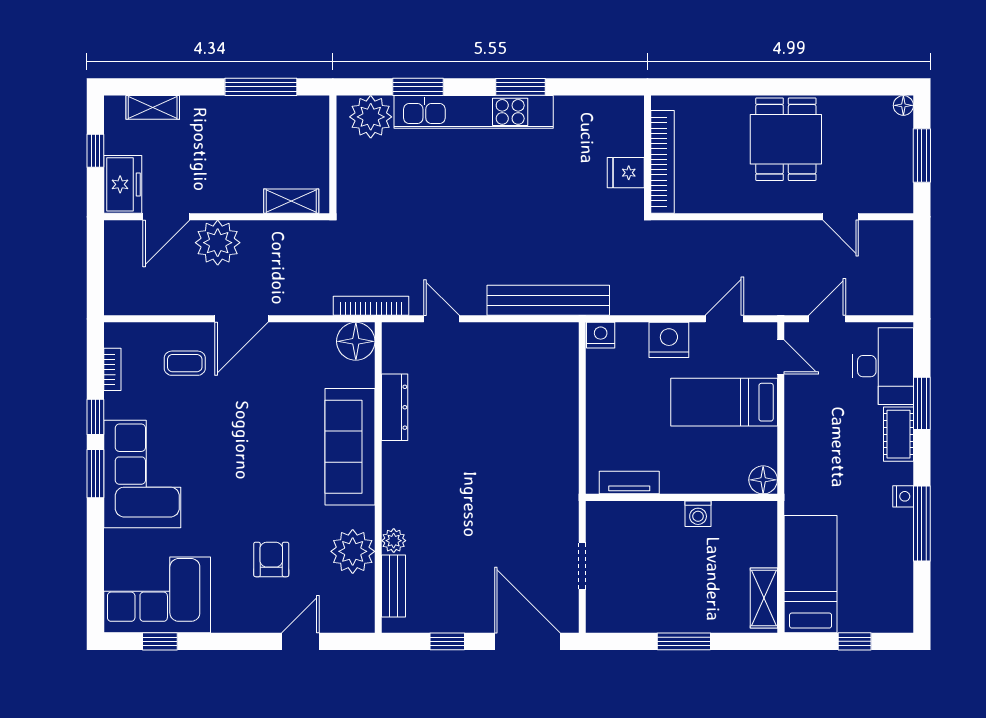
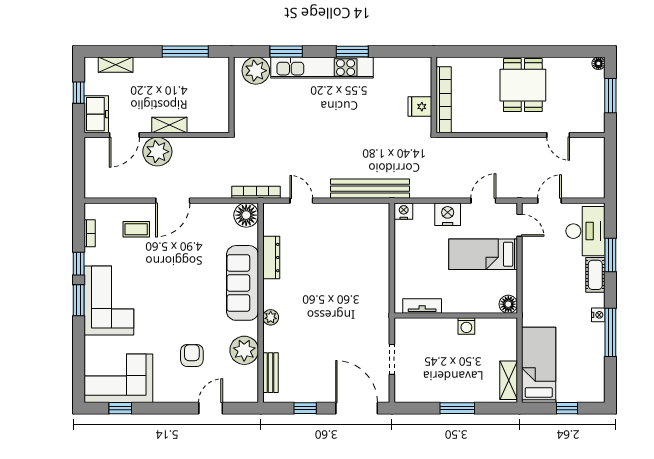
shelving: (291, 201) -> (169, 125), moved
plant: (394, 541) -> (271, 317), moved

